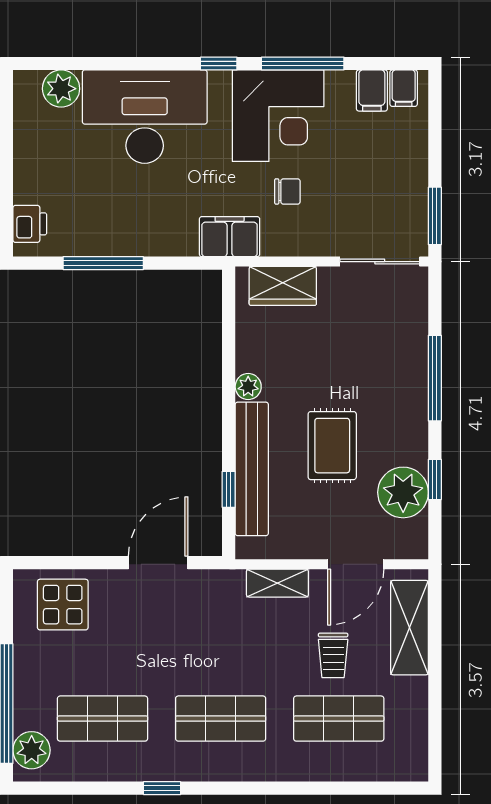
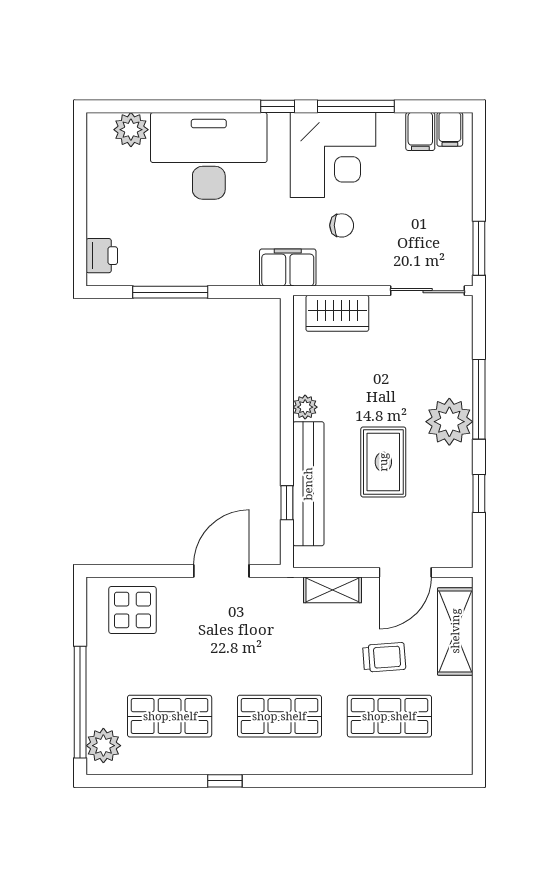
plant: (403, 492) -> (449, 422), moved
trolley: (333, 655) -> (384, 657), turned -94

